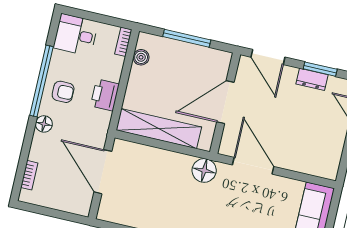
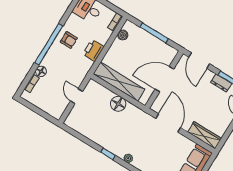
window: (42, 81) -> (49, 44), moved
floor lamp: (44, 124) -> (41, 71), moved
wardrobe: (314, 166) -> (205, 135), added
floor lamp: (204, 170) -> (118, 104), moved
door: (103, 172) -> (77, 96), width x0.53

